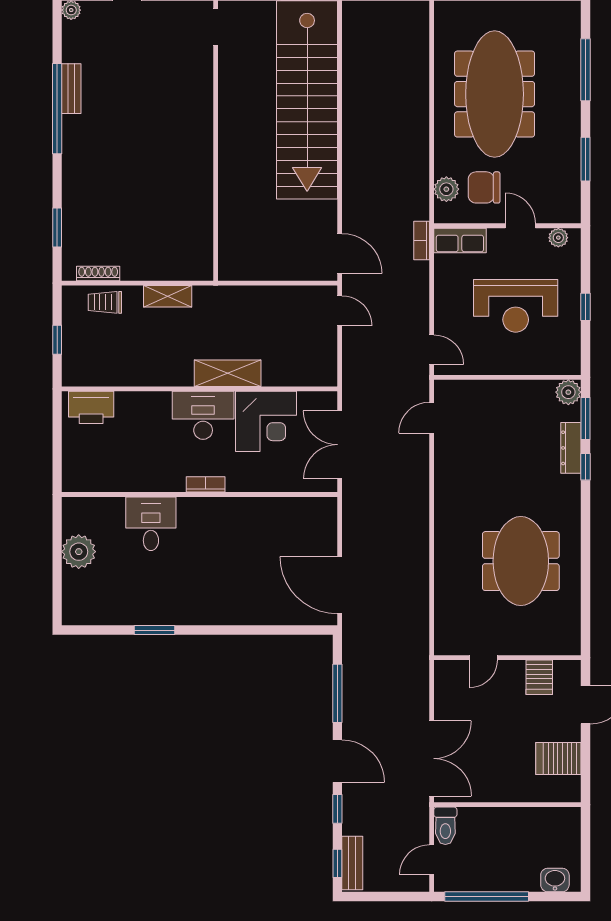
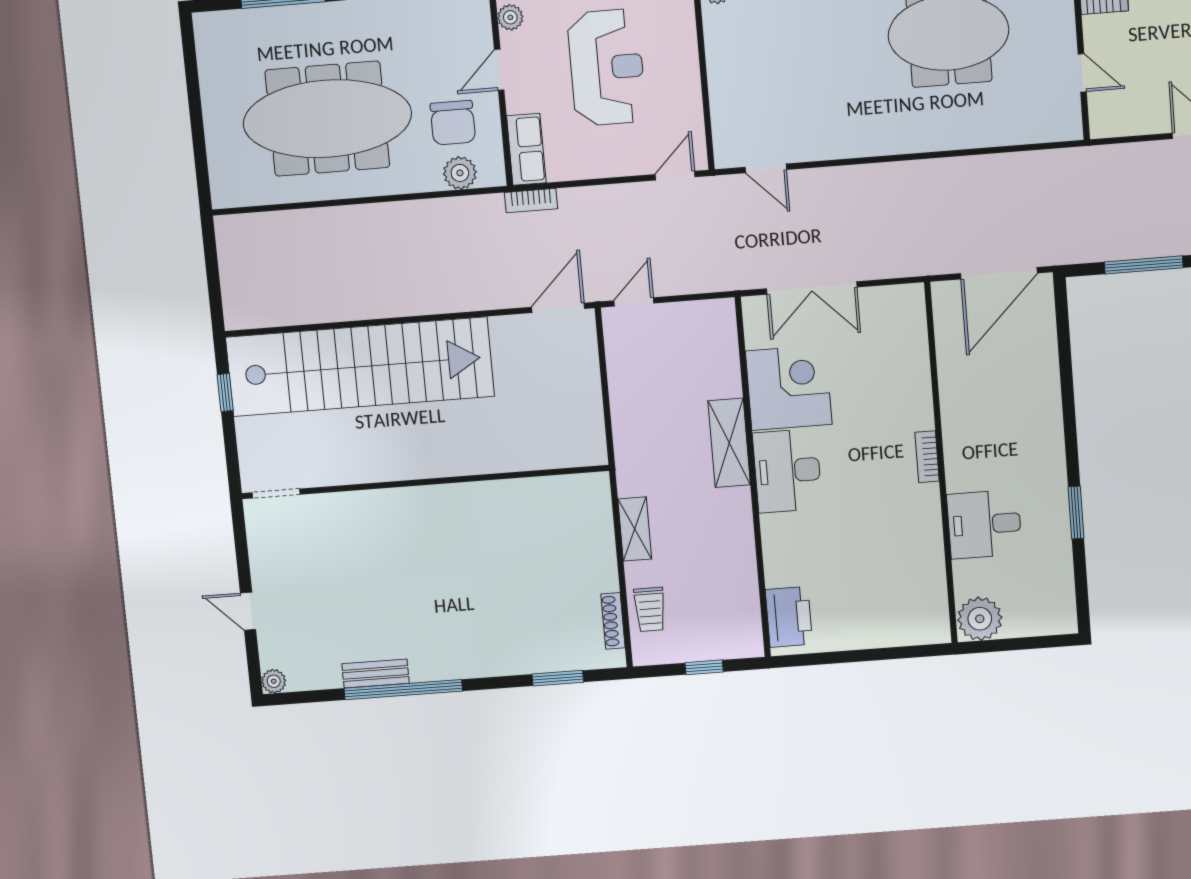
bookcase: (206, 484) -> (927, 457), moved
wall: (200, 494) -> (941, 464), moved
desk: (151, 524) -> (984, 524), moved

